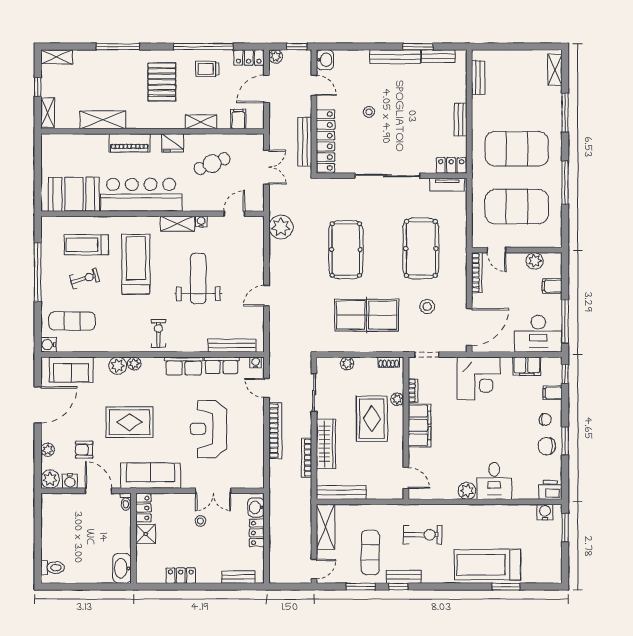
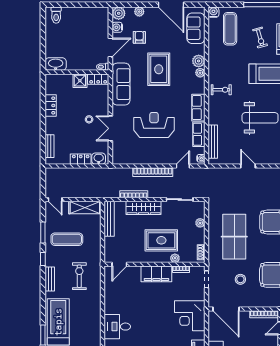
plant: (467, 491) -> (110, 307), removed
exercise bike: (423, 535) -> (79, 276), turned 180
bench: (404, 577) -> (50, 279), moved

